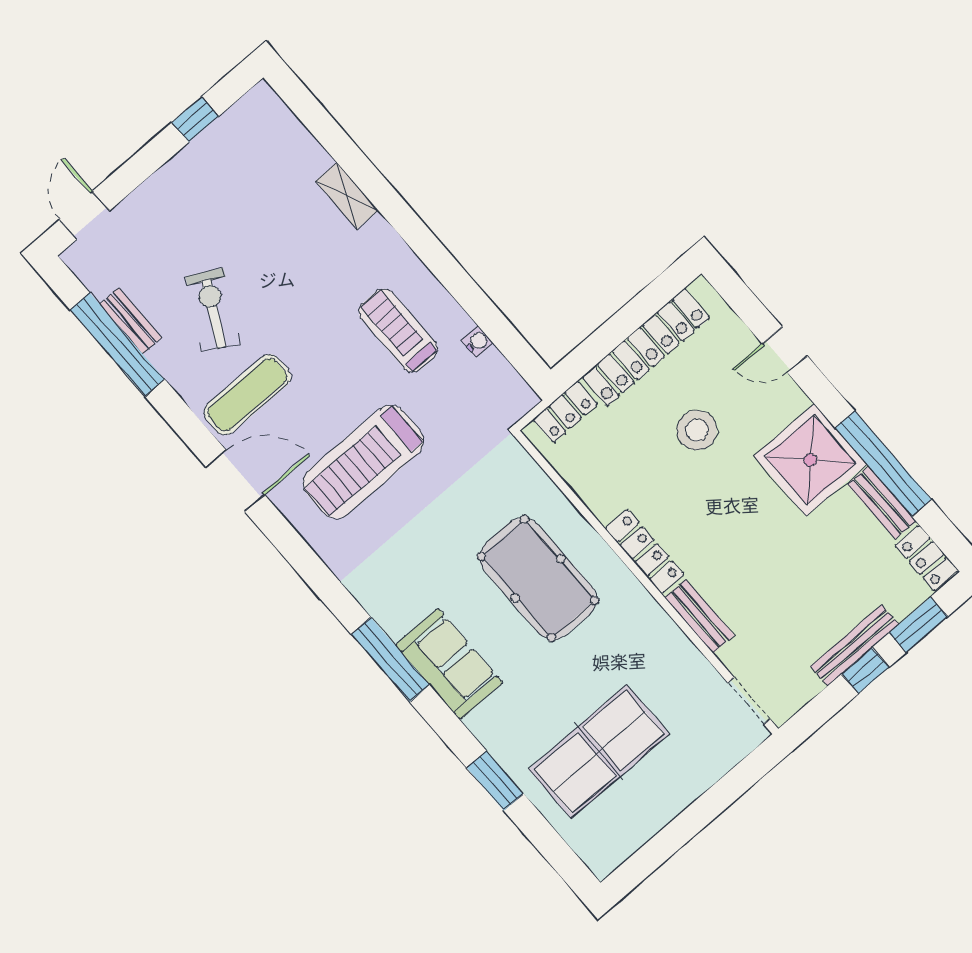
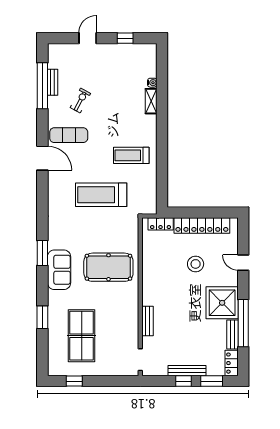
door: (84, 215) -> (88, 38), moved
exercise bike: (213, 310) -> (80, 101), width x0.73, depth x0.72
treadmill: (398, 330) -> (131, 155), turned -90
water cooler: (477, 342) -> (152, 83), moved
treadmill: (363, 462) -> (101, 195), moved
locker: (644, 551) -> (148, 287), removed
pool table: (538, 578) -> (108, 267), turned 90
window: (390, 660) -> (42, 253), width x0.69
table tennis table: (599, 752) -> (82, 336), turned 90
window: (660, 849) -> (74, 381), added

